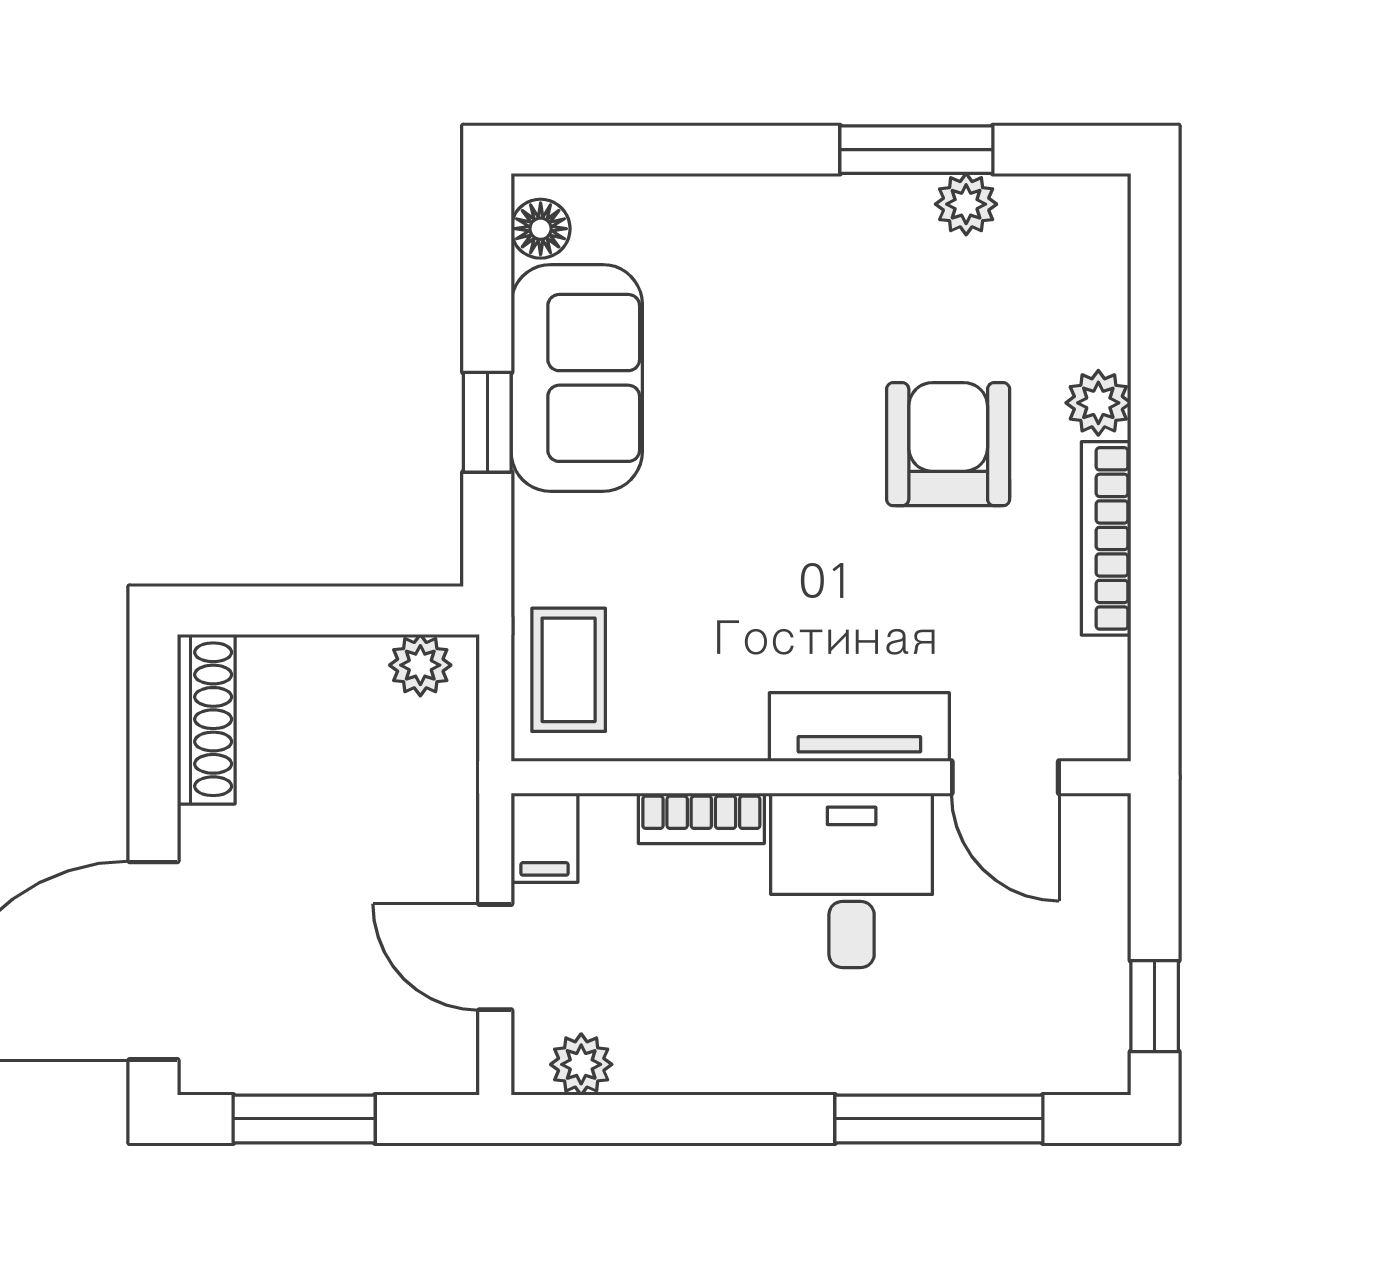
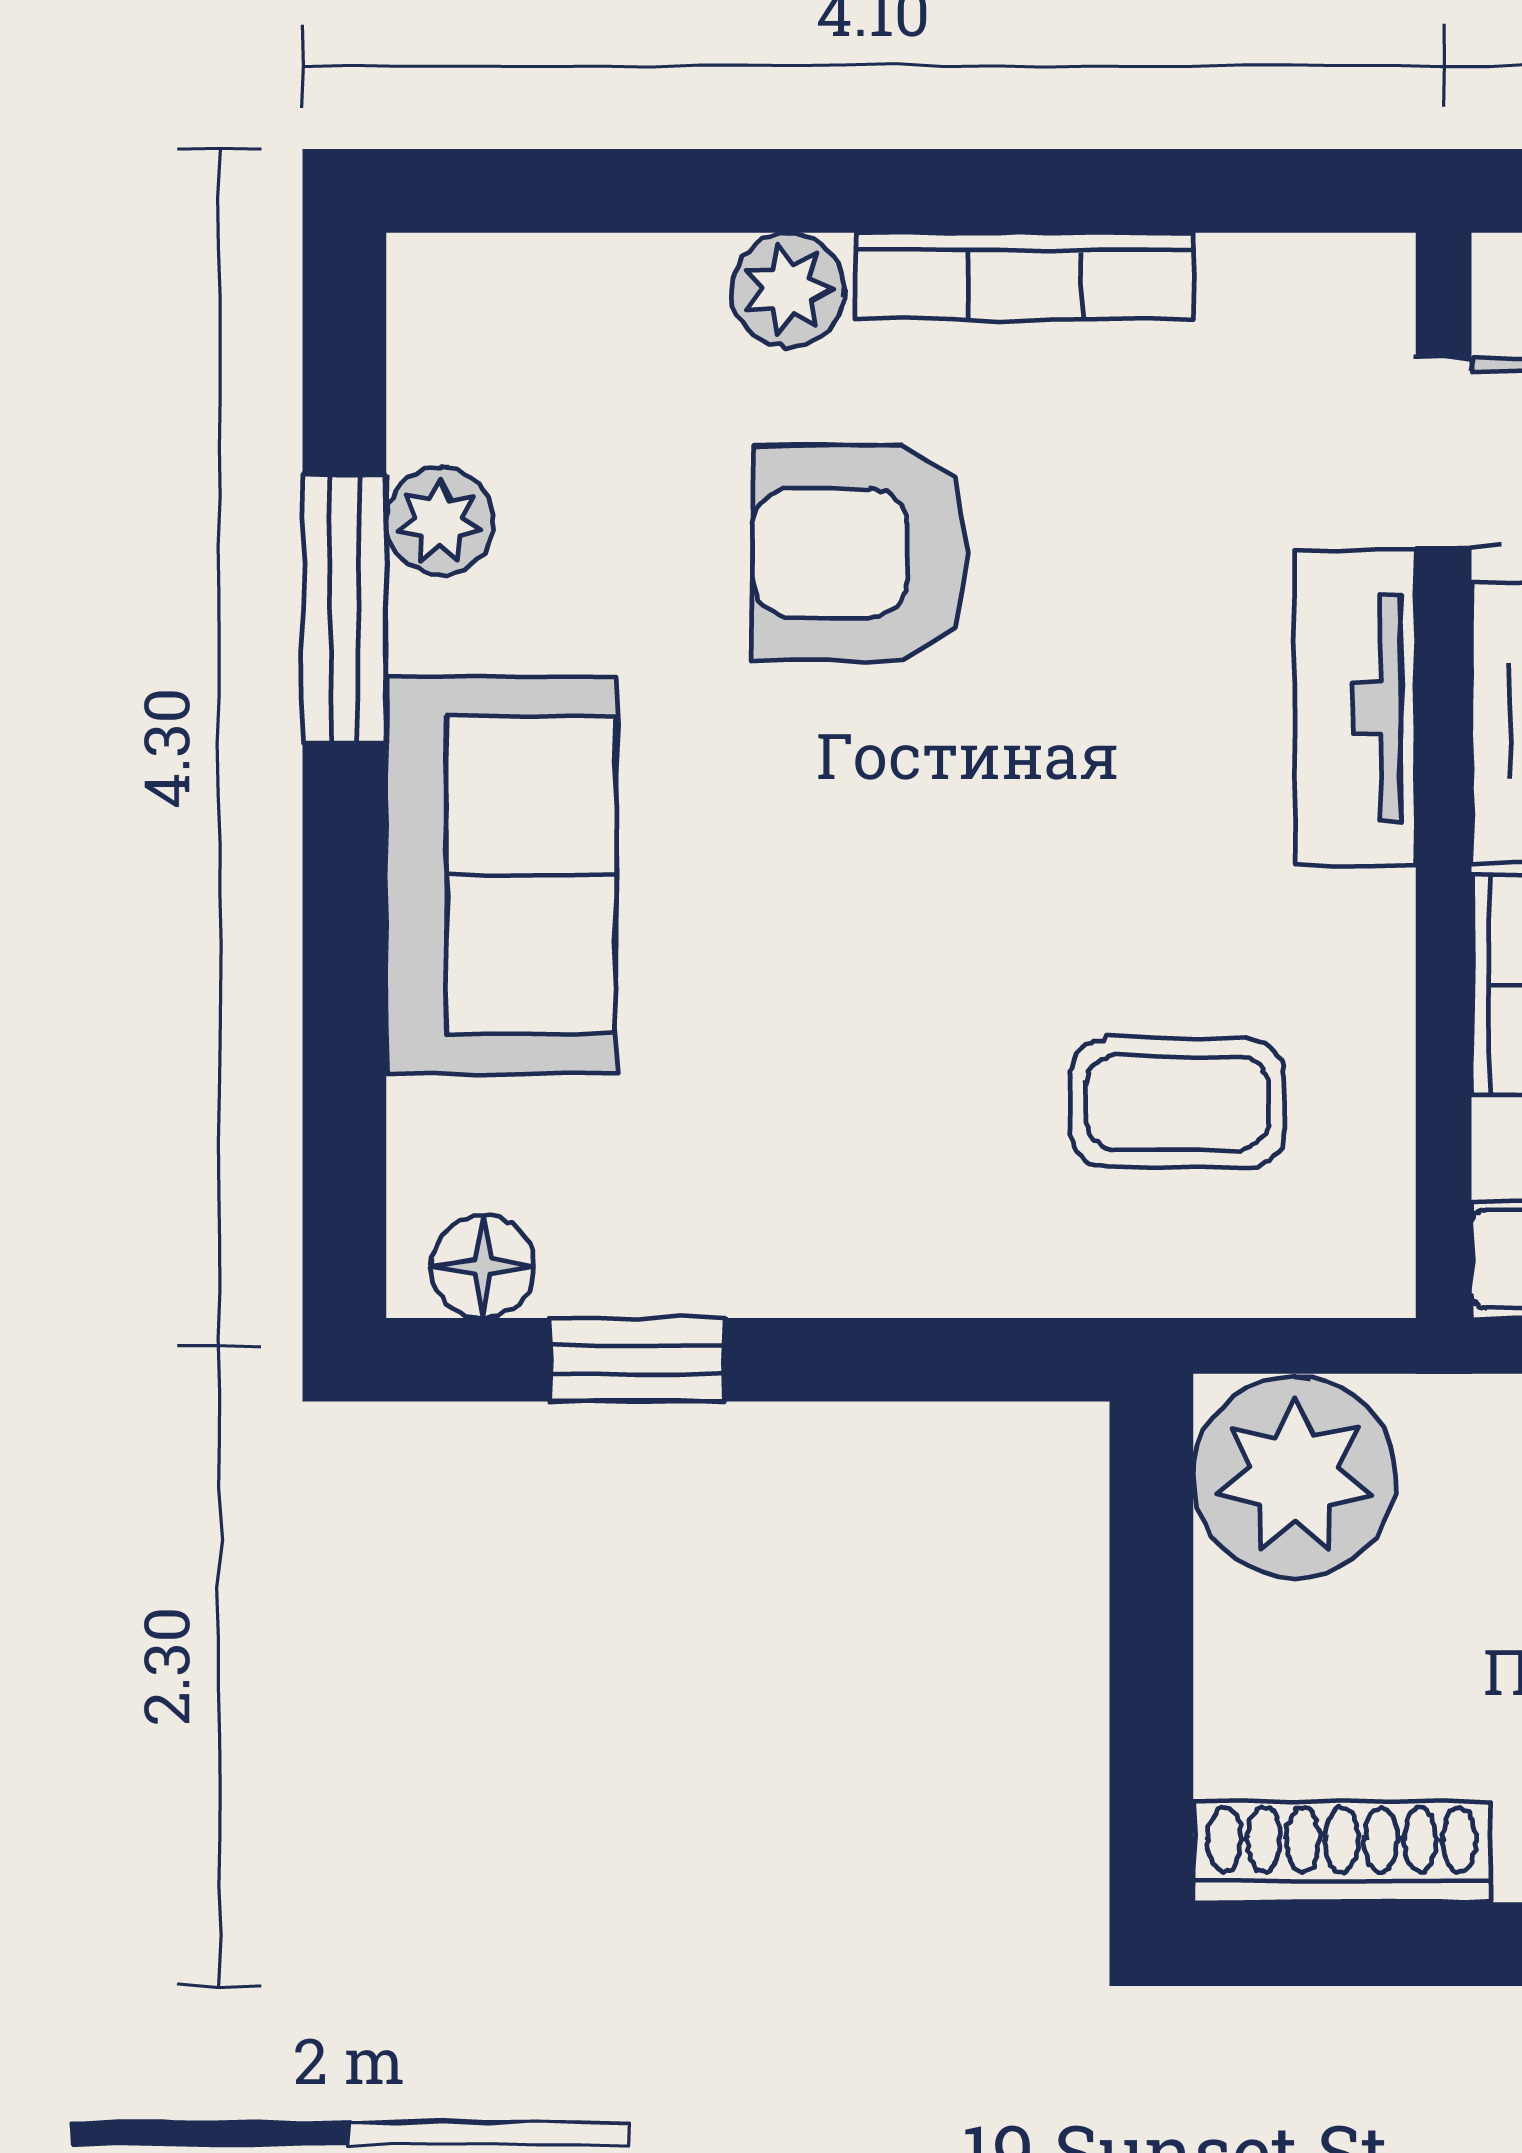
sofa: (577, 378) -> (501, 875), moved, turned 90
window: (487, 422) -> (637, 1360), moved
plant: (420, 665) -> (1294, 1477), width x1.88, depth x1.88
coffee table: (569, 670) -> (1177, 1103), moved

